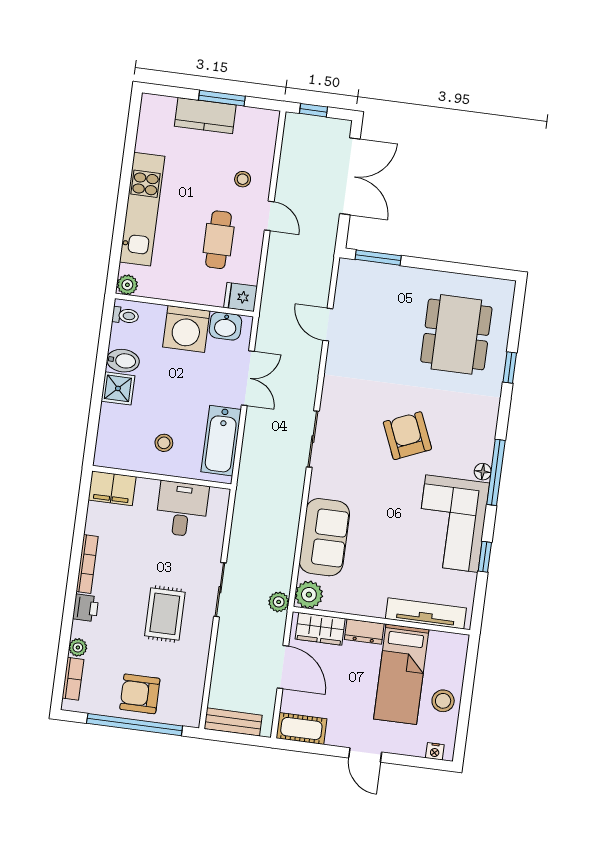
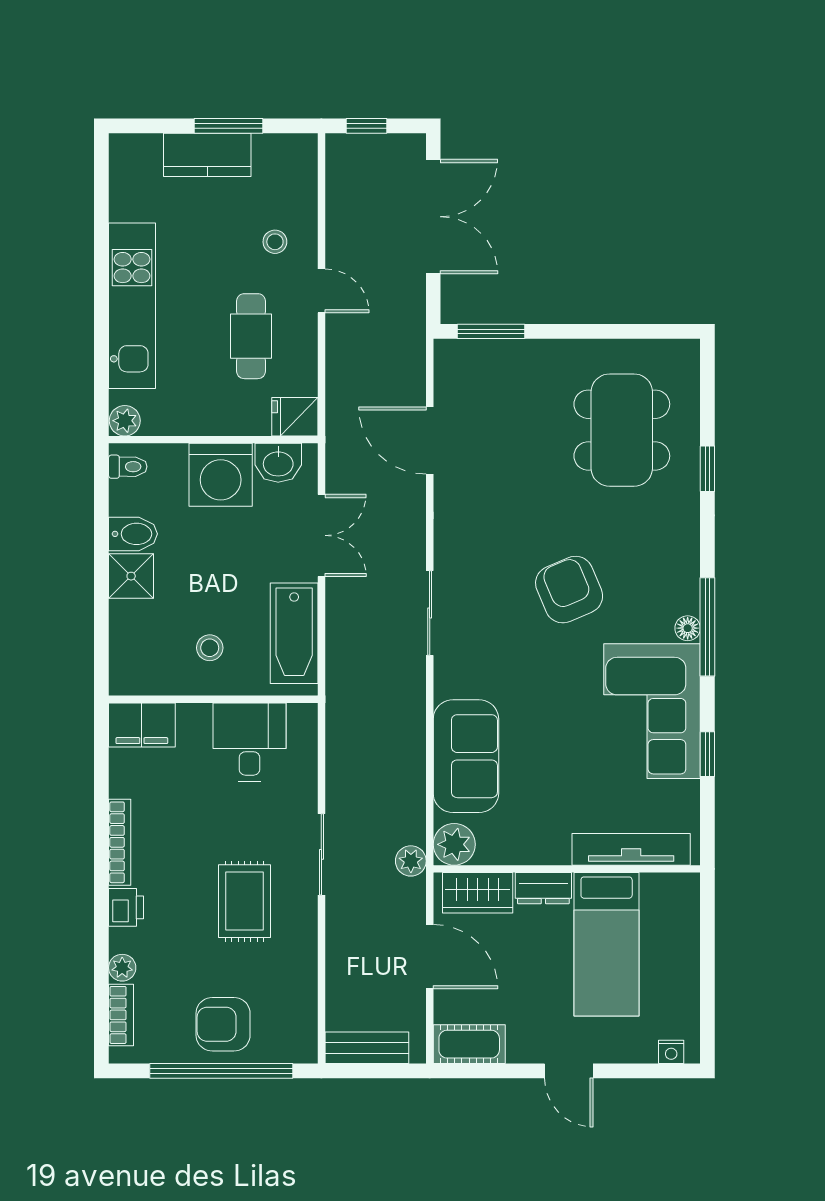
door: (328, 325) -> (430, 441), width x1.38
stool: (443, 701) -> (674, 975), removed

